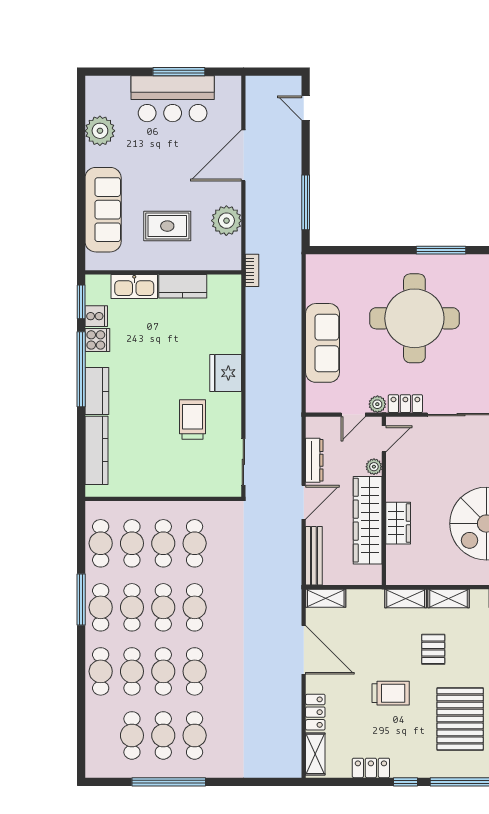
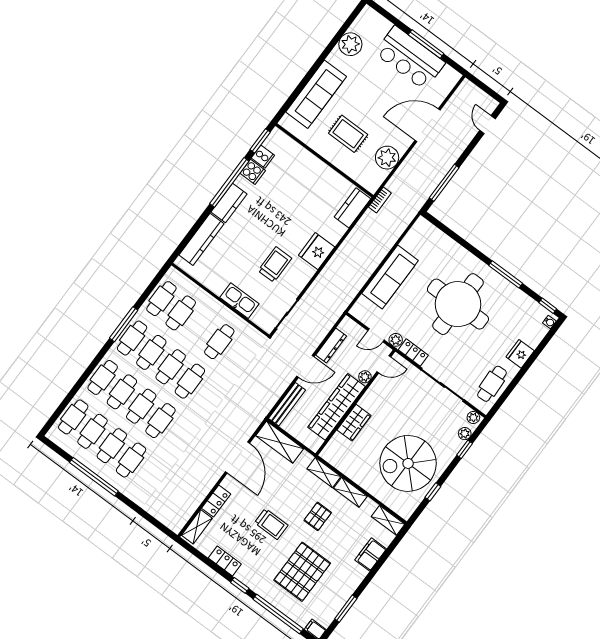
kitchen sink: (134, 286) -> (239, 301), moved, turned 180
kitchen counter: (183, 286) -> (352, 208), moved, turned 90
cafe table: (163, 543) -> (73, 417), moved
shelving: (326, 598) -> (280, 442), width x1.50, depth x1.33

